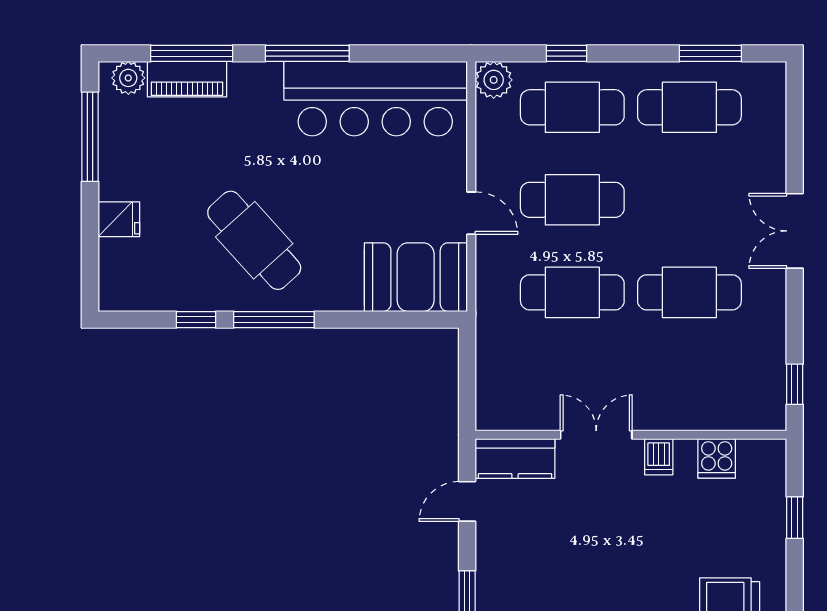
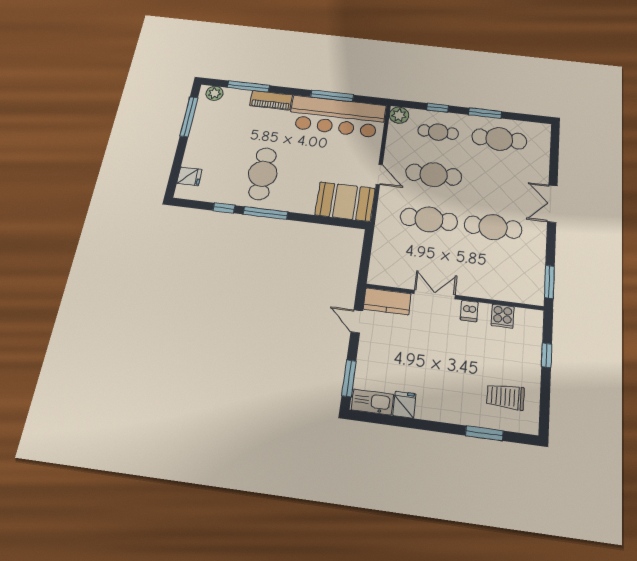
window: (307, 53) -> (332, 96), moved
window: (710, 53) -> (485, 113), moved
piano: (187, 79) -> (271, 100), moved
cafe table: (572, 107) -> (438, 132), width x0.73, depth x0.74
fridge: (119, 219) -> (189, 176), moved
cafe table: (254, 240) -> (263, 174), turned 42
window: (795, 384) -> (549, 282), width x1.50
door: (467, 501) -> (357, 321), hinge flipped

